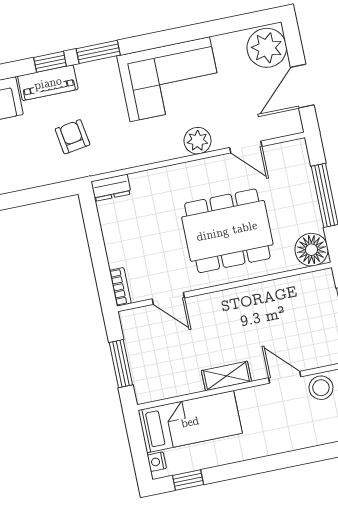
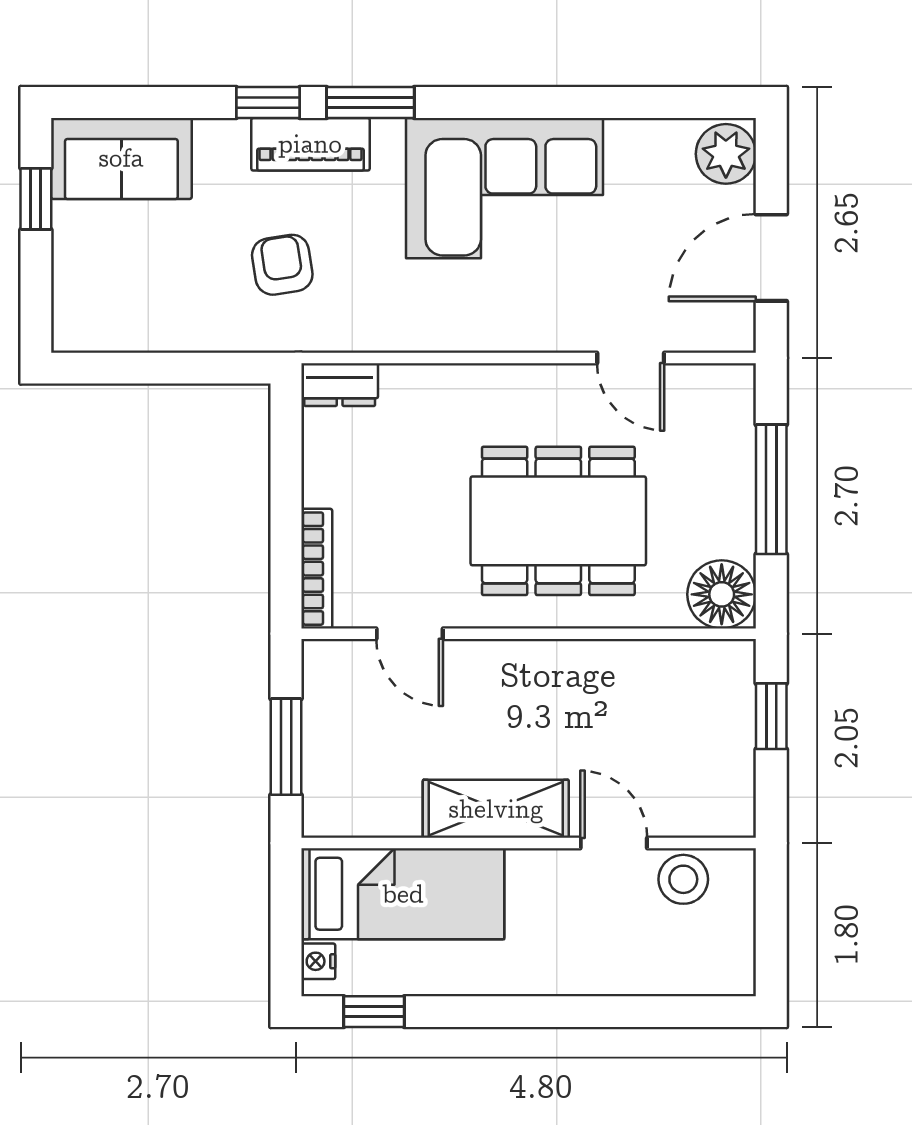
plant: (267, 48) -> (726, 154), width x0.73, depth x0.73
piano: (48, 83) -> (310, 144), moved
plant: (198, 141) -> (535, 325), removed
bookcase: (120, 287) -> (317, 569), width x1.56
shelving: (226, 376) -> (496, 809), width x1.50, depth x1.33

